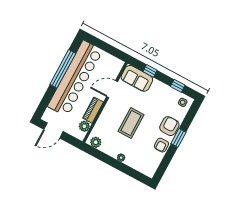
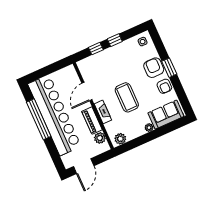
sofa: (137, 78) -> (166, 115), moved, turned 180
window: (178, 86) -> (115, 40), moved
fireplace: (106, 113) -> (103, 112), added

